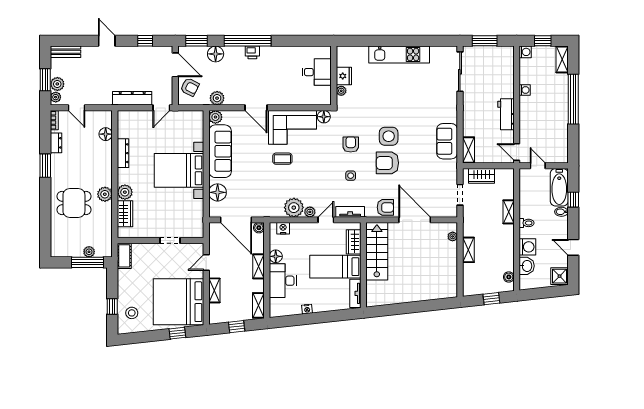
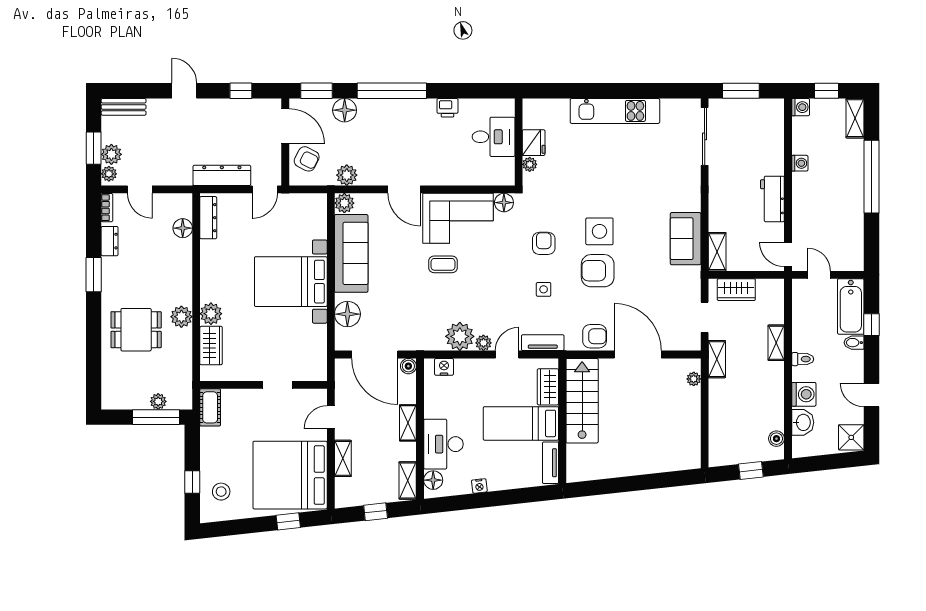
printer: (252, 52) -> (447, 108), moved
dresser: (123, 153) -> (208, 218), moved
shelving: (468, 250) -> (717, 359), moved
floor lamp: (276, 256) -> (433, 480), moved

